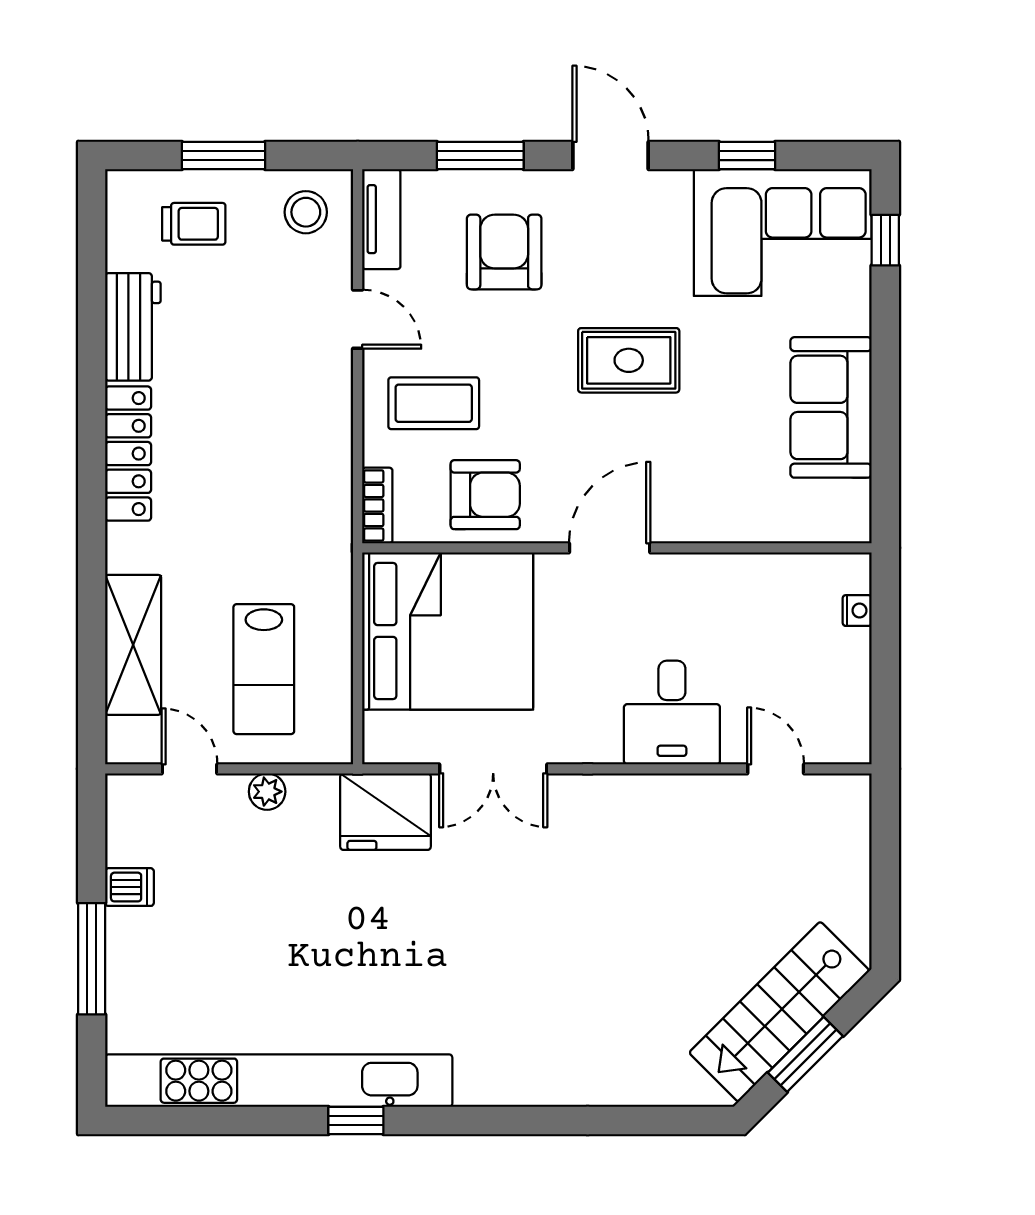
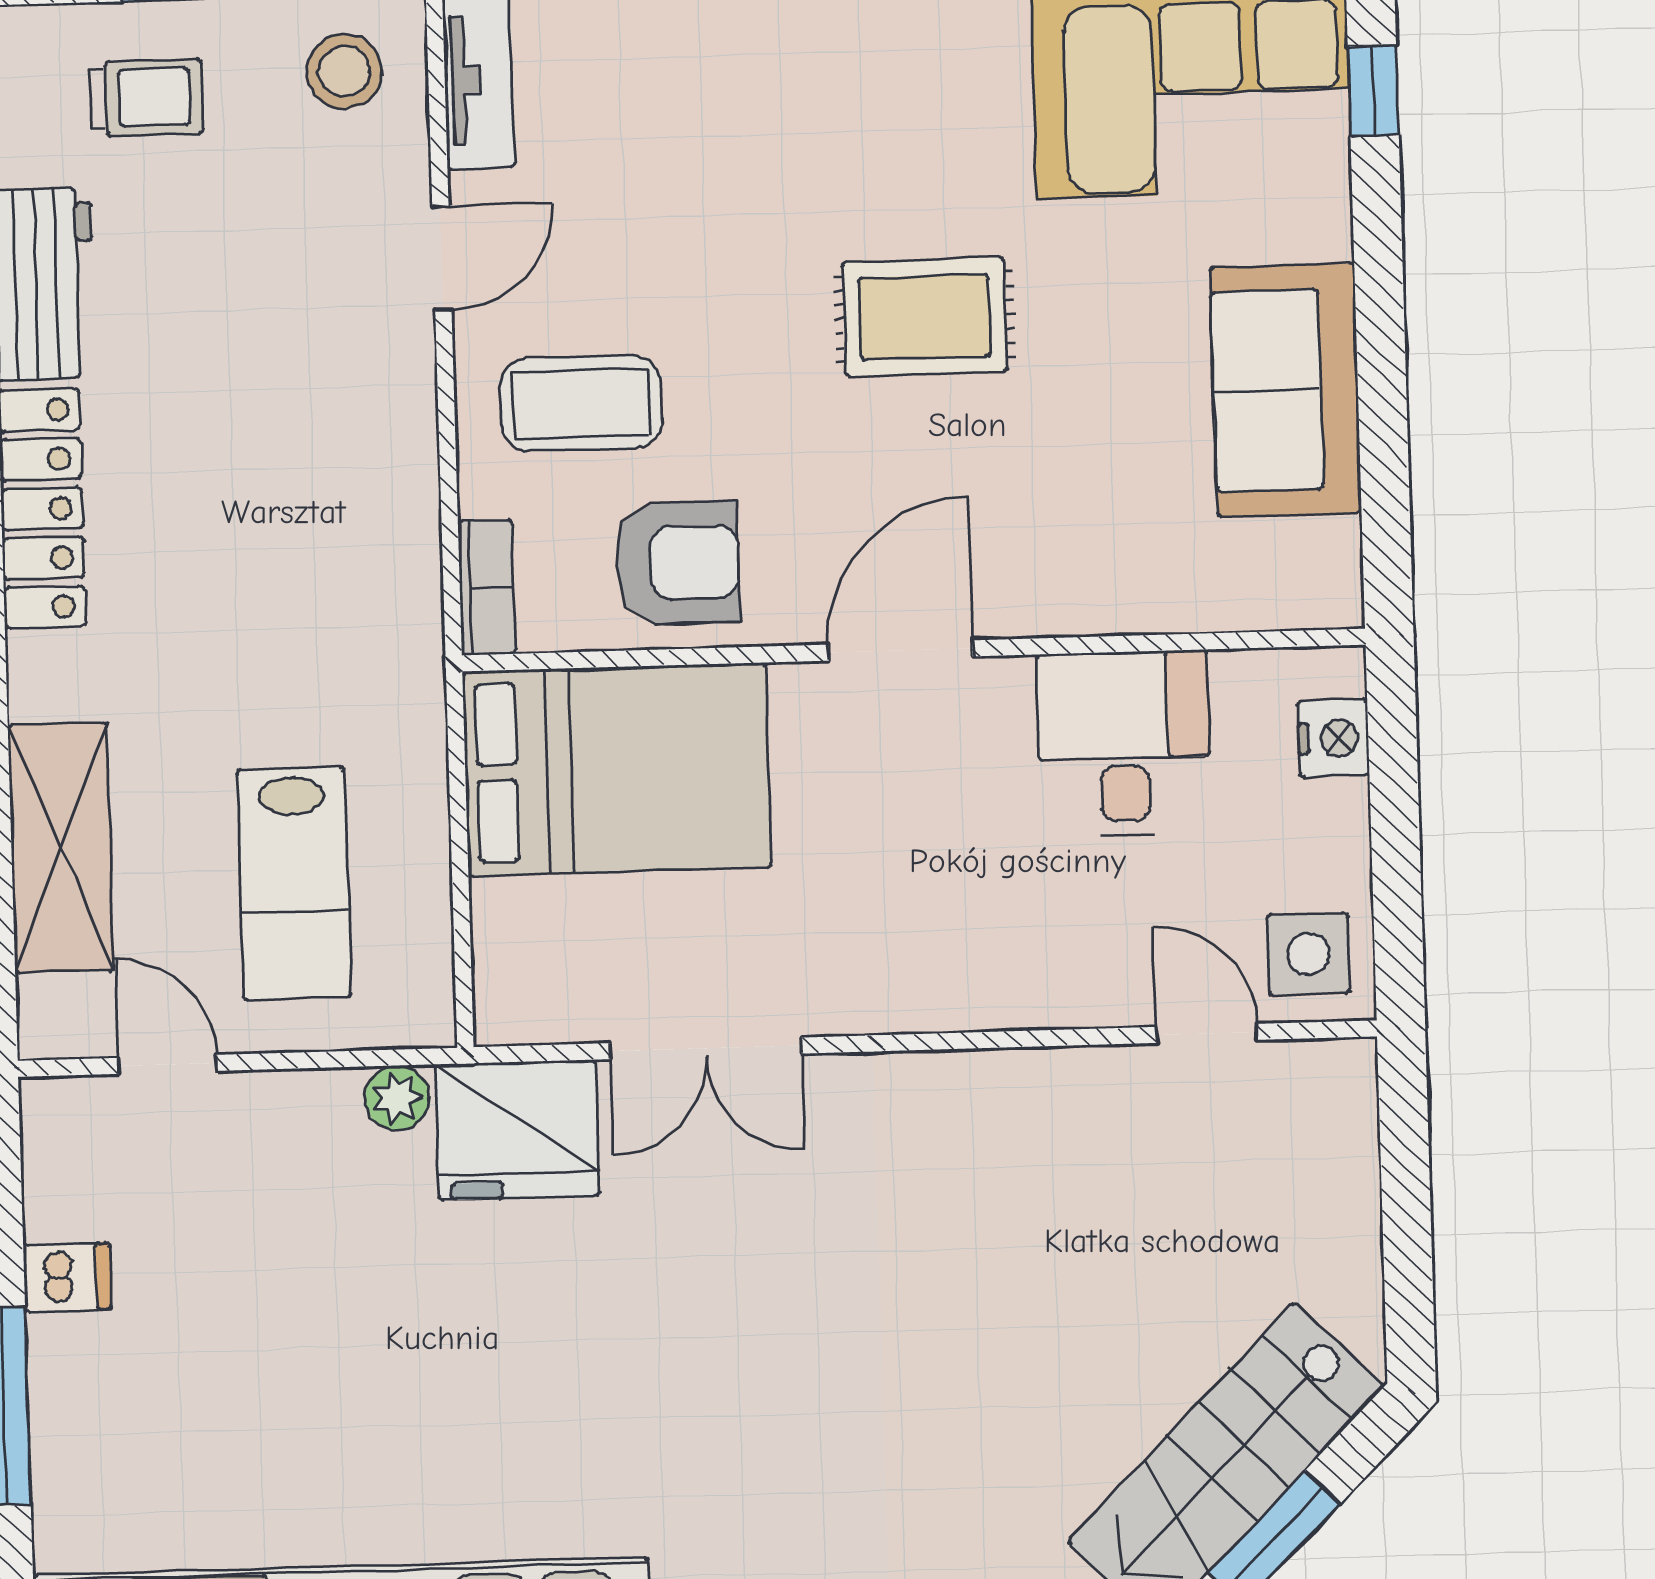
armchair: (504, 252) -> (698, 131), removed
door: (358, 319) -> (442, 258), hinge flipped
nightstand: (857, 611) -> (1333, 738), width x1.39, depth x1.35
bed: (448, 631) -> (617, 769), width x0.73
desk: (672, 712) -> (1124, 744), moved, turned 180
side table: (834, 726) -> (1308, 954), added
plant: (267, 792) -> (397, 1098), moved

